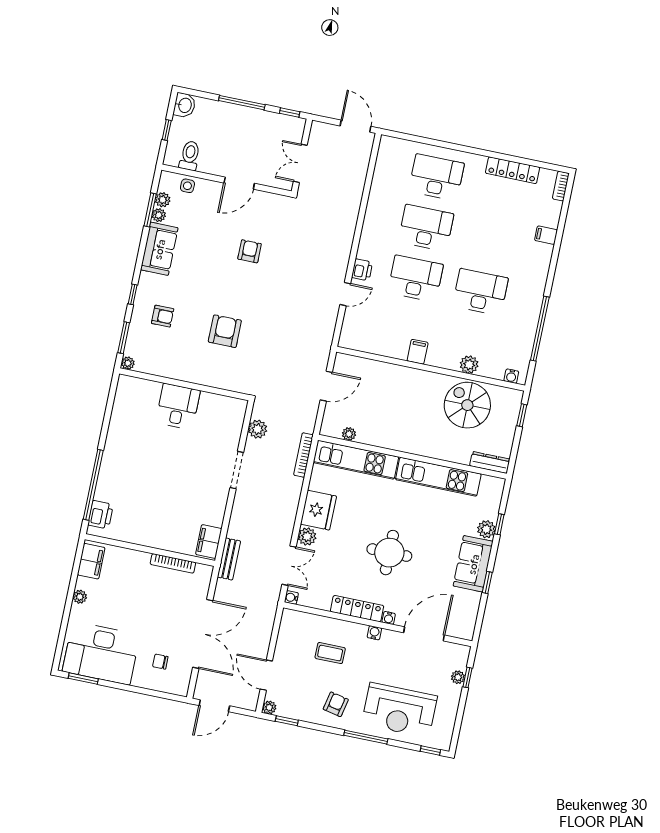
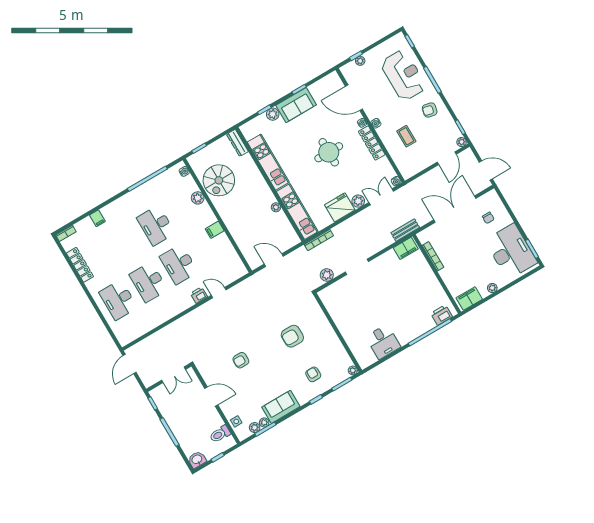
desk: (178, 406) -> (383, 342), moved, turned -90
plant: (349, 434) -> (276, 207), moved

